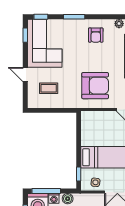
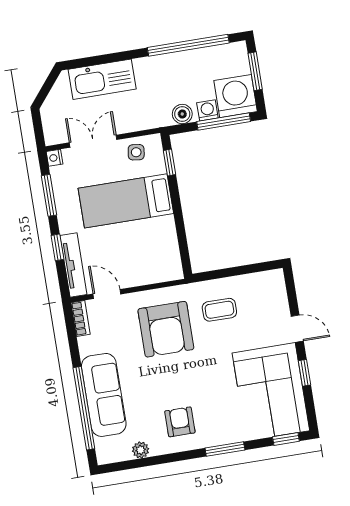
window: (25, 35) -> (304, 373), moved
armchair: (95, 86) -> (166, 329), turned -90
coffee table: (49, 88) -> (219, 310), moved

